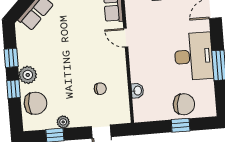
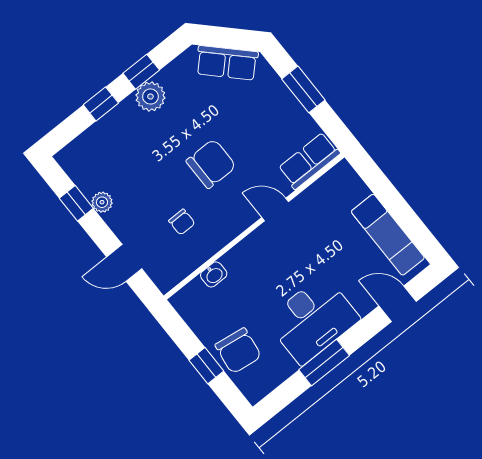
door: (126, 38) -> (275, 210), hinge flipped
plant: (28, 75) -> (150, 97), moved
chair: (35, 103) -> (211, 164), moved, turned -90

